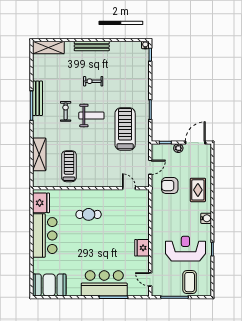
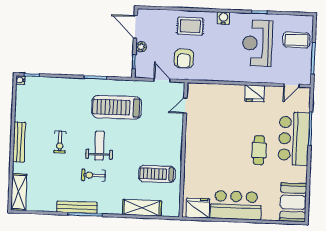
cafe table: (89, 214) -> (259, 150), moved

